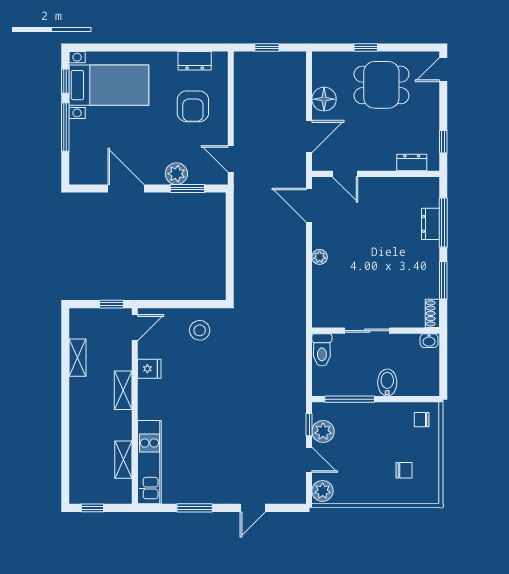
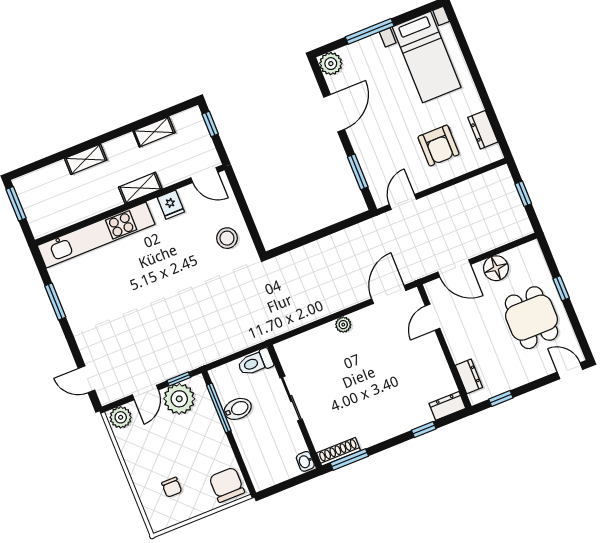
window: (65, 81) -> (414, 14), removed
armchair: (193, 106) -> (439, 146), turned -90
plant: (176, 174) -> (331, 64), moved
window: (443, 223) -> (424, 430), width x0.46
dresser: (430, 224) -> (447, 406), moved
window: (443, 280) -> (349, 459), moved
window: (112, 304) -> (210, 124), moved
shoe rack: (432, 313) -> (338, 452), width x1.43
bidet: (387, 383) -> (238, 409), moved
chair: (422, 420) -> (227, 485), width x1.87, depth x1.87
plant: (323, 431) -> (179, 399), width x1.36, depth x1.36
shelving: (123, 460) -> (86, 159), moved
kitchen unit: (149, 462) -> (96, 235), width x1.36
window: (92, 508) -> (16, 204), width x1.50
door: (253, 508) -> (87, 379), moved

